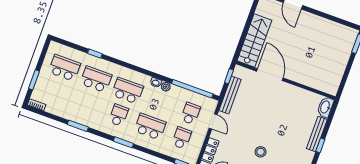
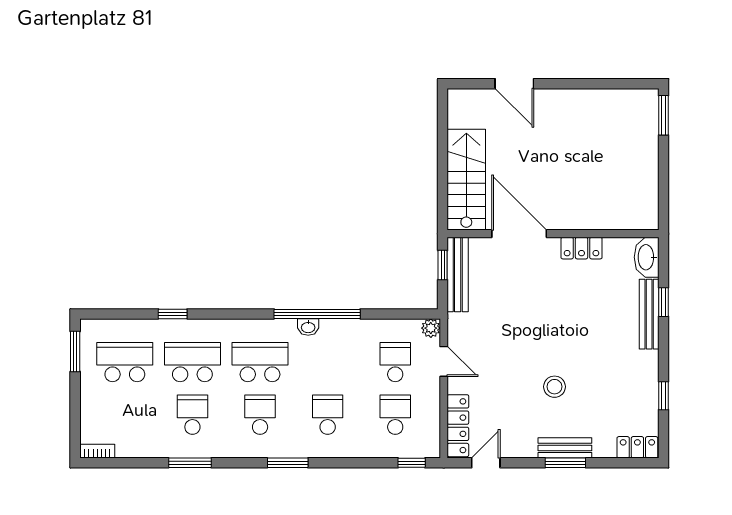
window: (34, 80) -> (75, 351), moved
plant: (166, 87) -> (431, 328), moved
window: (192, 89) -> (317, 314), moved
locker: (296, 92) -> (582, 248), added
bench: (230, 95) -> (458, 274), moved
school desk: (87, 104) -> (192, 415), added
school desk: (150, 127) -> (328, 415), width x0.54
window: (320, 145) -> (664, 302), moved

